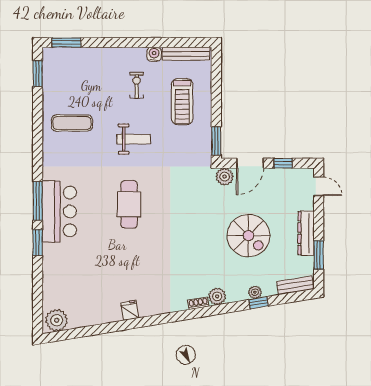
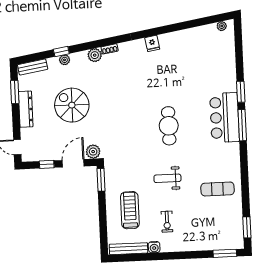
fridge: (130, 310) -> (152, 43), moved
plant: (57, 320) -> (222, 26), width x0.53, depth x0.53

